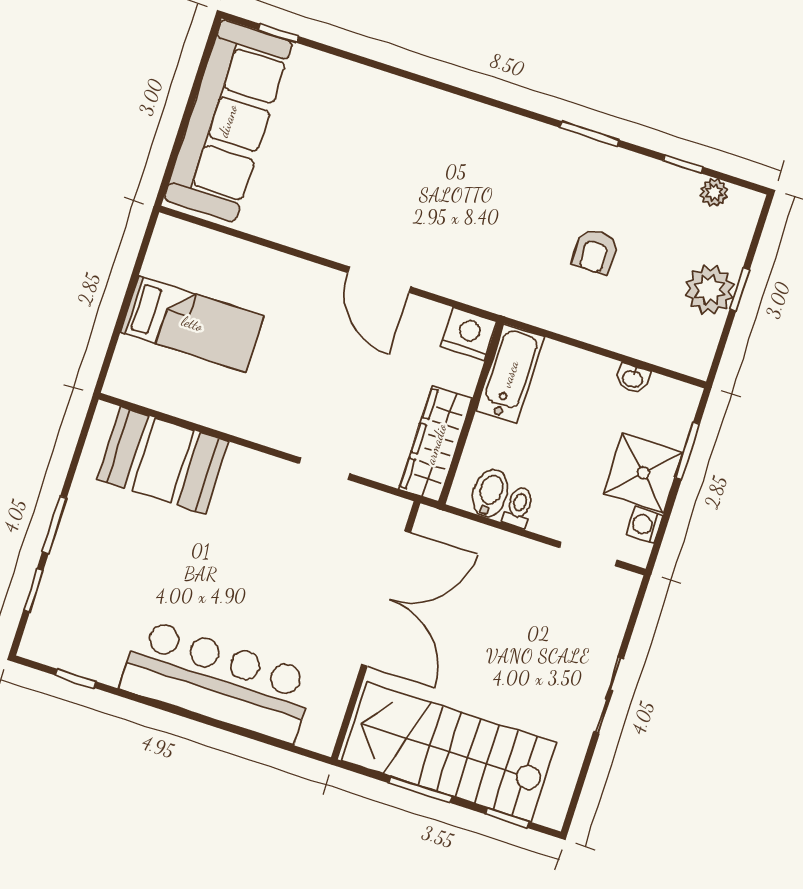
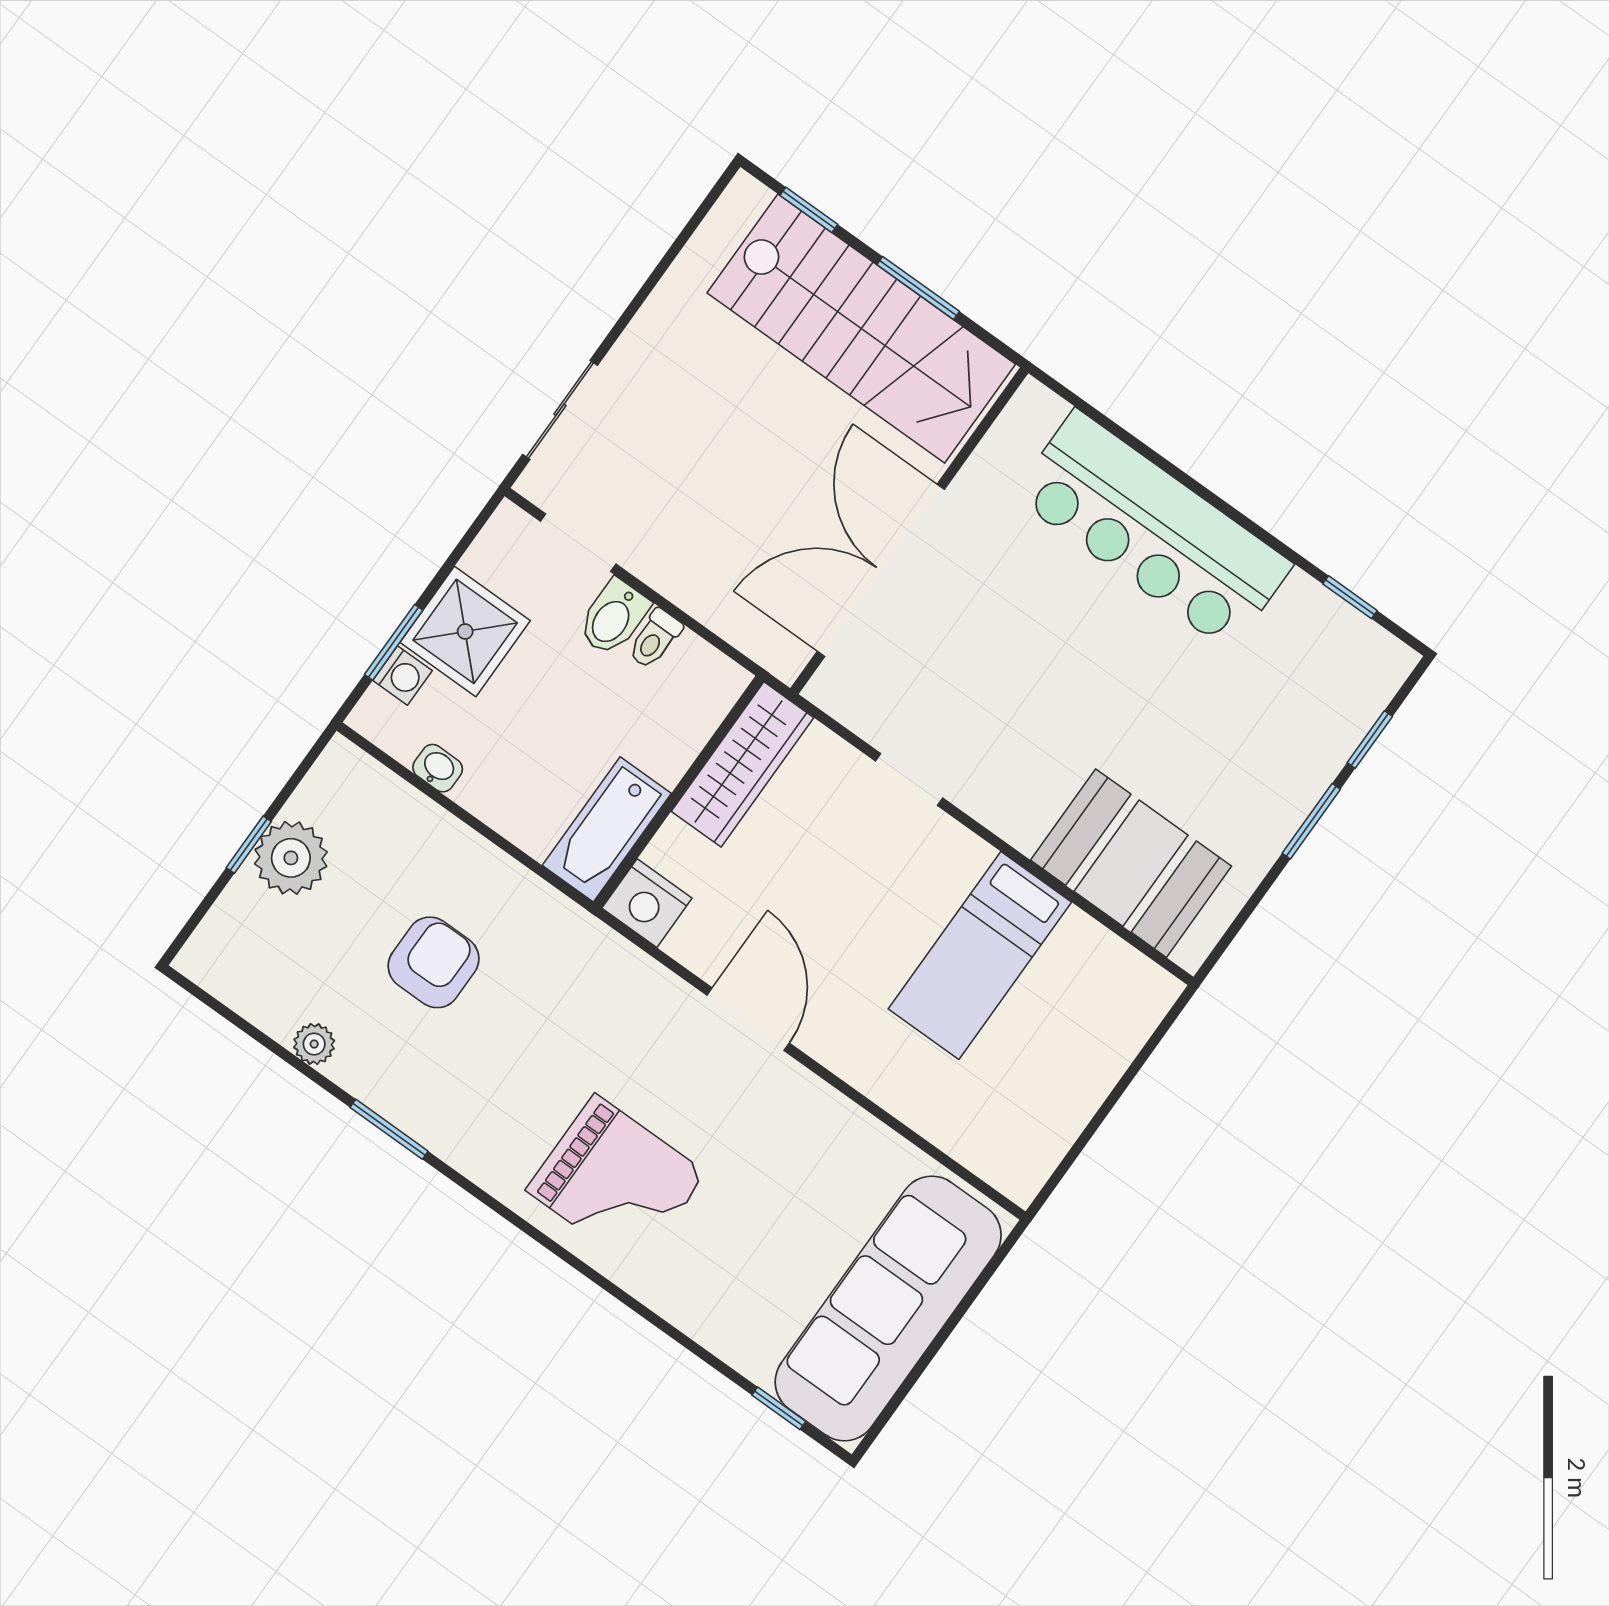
grand piano: (431, 147) -> (616, 1182), added
window: (683, 164) -> (272, 1045), removed
plant: (714, 192) -> (314, 1044), moved
armchair: (595, 251) -> (434, 962), width x1.38, depth x1.38
bed: (192, 324) -> (980, 955), moved, turned -90
bidet: (490, 493) -> (613, 617), moved
washing machine: (645, 525) -> (402, 675), moved
sliding door: (609, 695) -> (560, 410), moved

